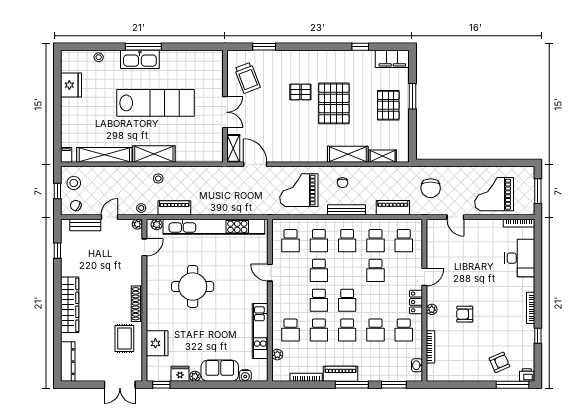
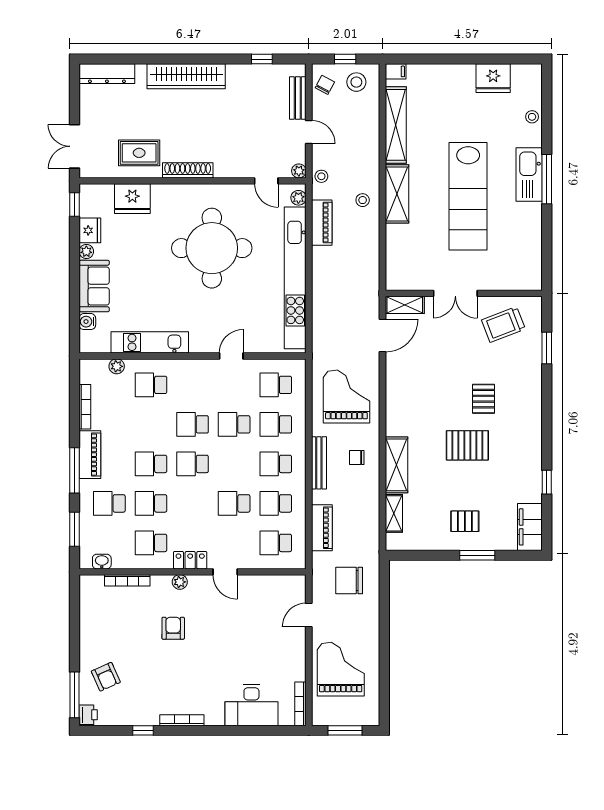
pallet: (334, 103) -> (467, 445), width x0.73, depth x0.71
pallet: (388, 105) -> (465, 521), width x0.67, depth x0.71
round table: (193, 286) -> (212, 248), width x1.36, depth x1.36
school desk: (319, 330) -> (109, 503), moved

